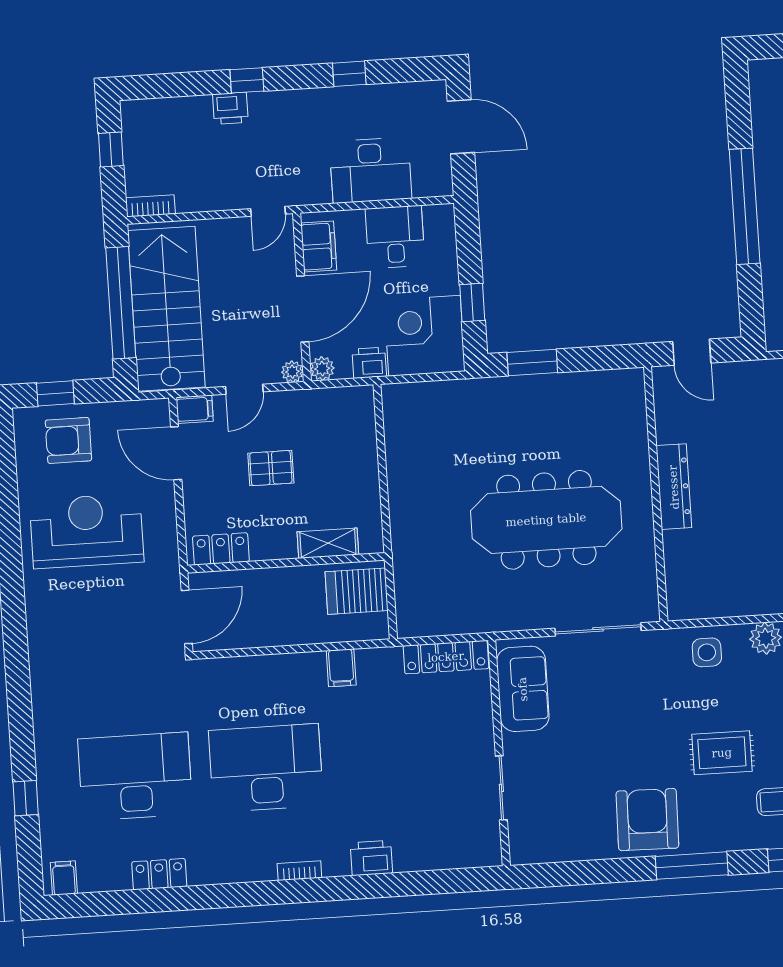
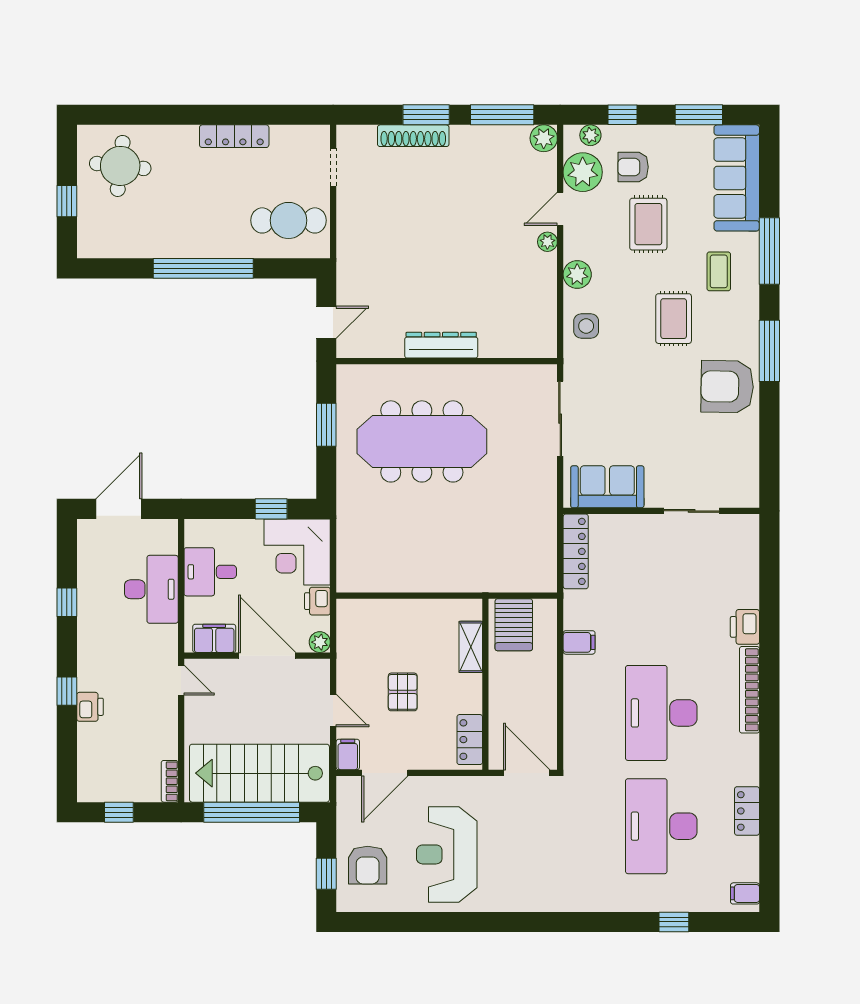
window: (532, 363) -> (326, 425), moved
plant: (292, 372) -> (321, 668), removed
meeting table: (546, 520) -> (422, 441), moved, turned 90
bookcase: (299, 871) -> (749, 690), width x2.31, depth x1.31

